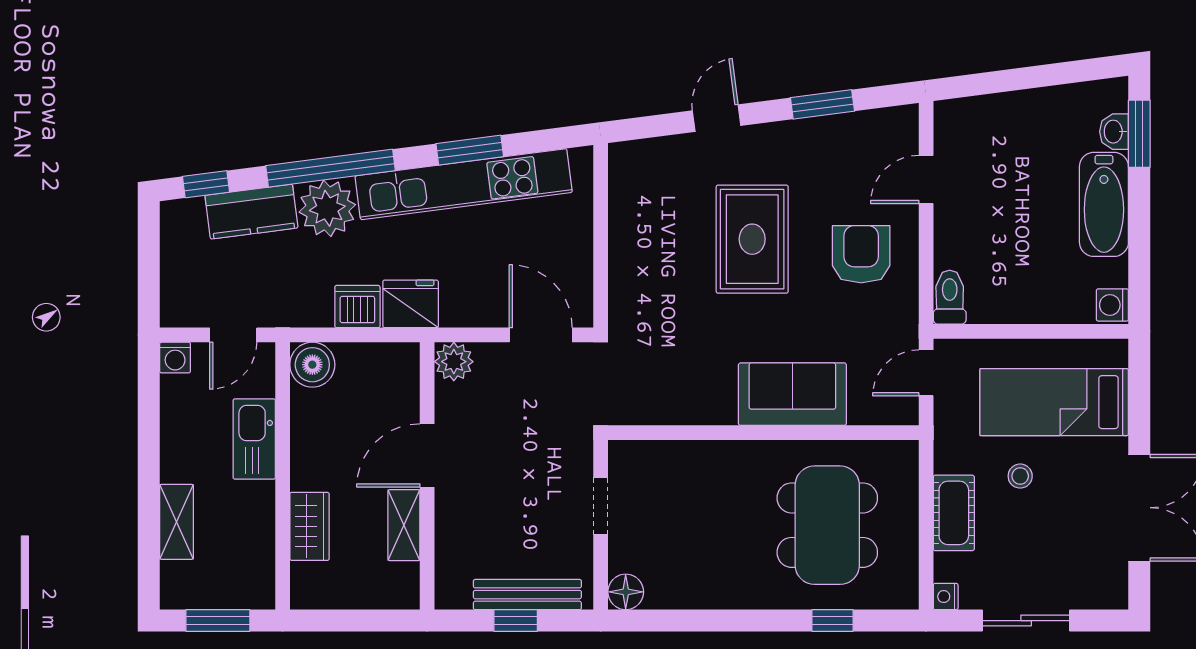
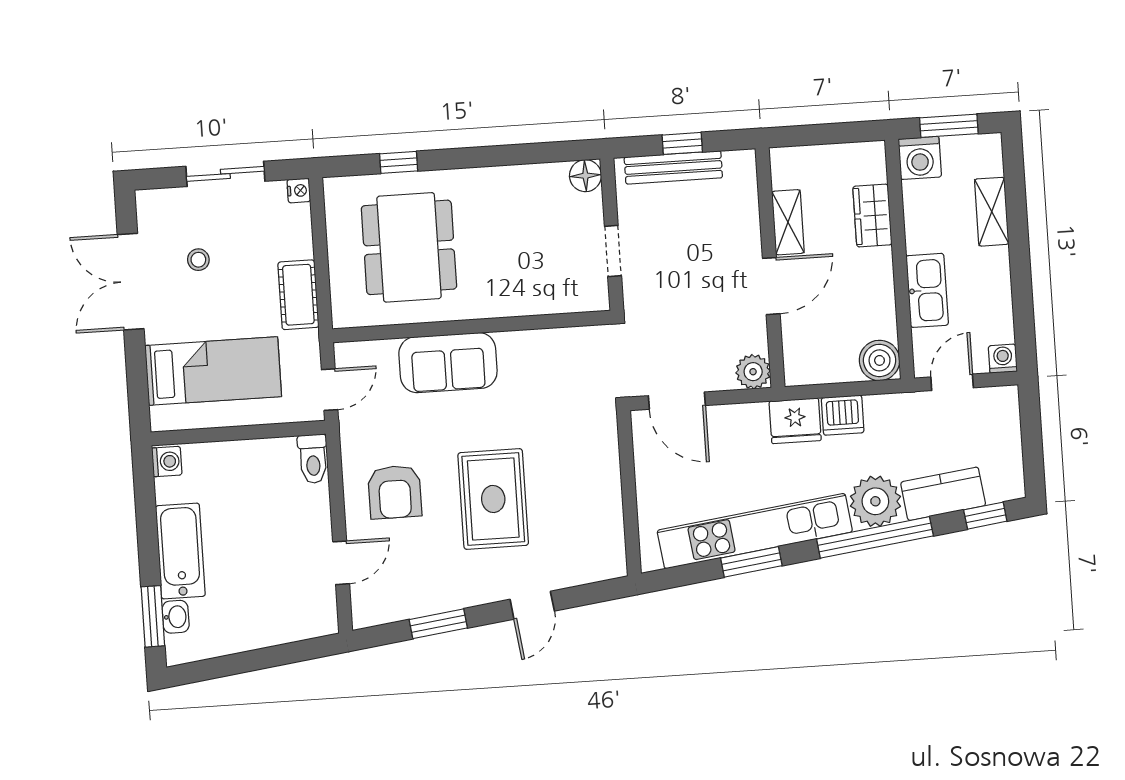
stool: (1020, 476) -> (198, 260), moved
cot: (954, 513) -> (298, 295), moved
washing machine: (253, 587) -> (920, 158), added

